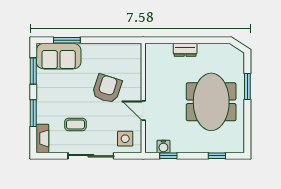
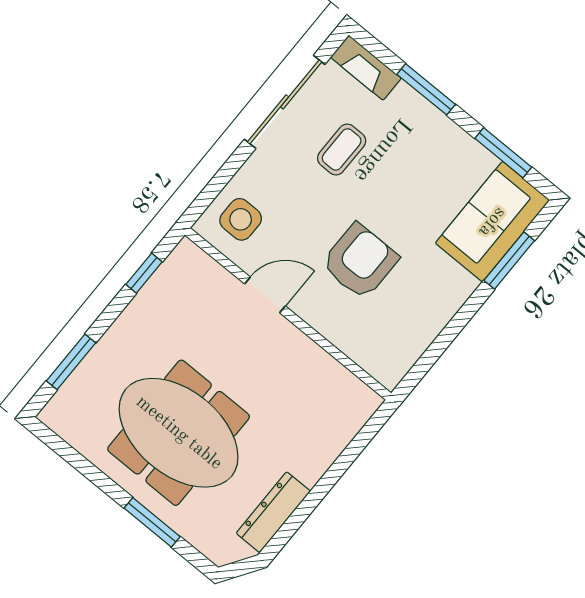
dresser: (185, 50) -> (273, 512), moved, width x1.44
armchair: (107, 89) -> (360, 261), turned -108
water cooler: (163, 146) -> (169, 278), removed
sliding door: (91, 156) -> (285, 102), moved
window: (217, 156) -> (71, 362), width x1.50

